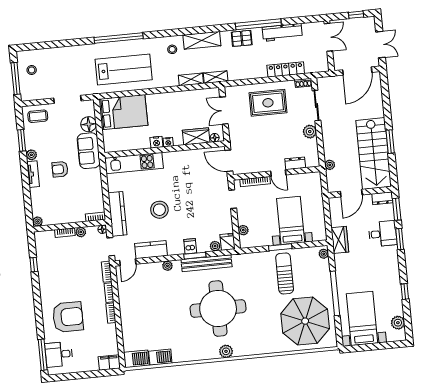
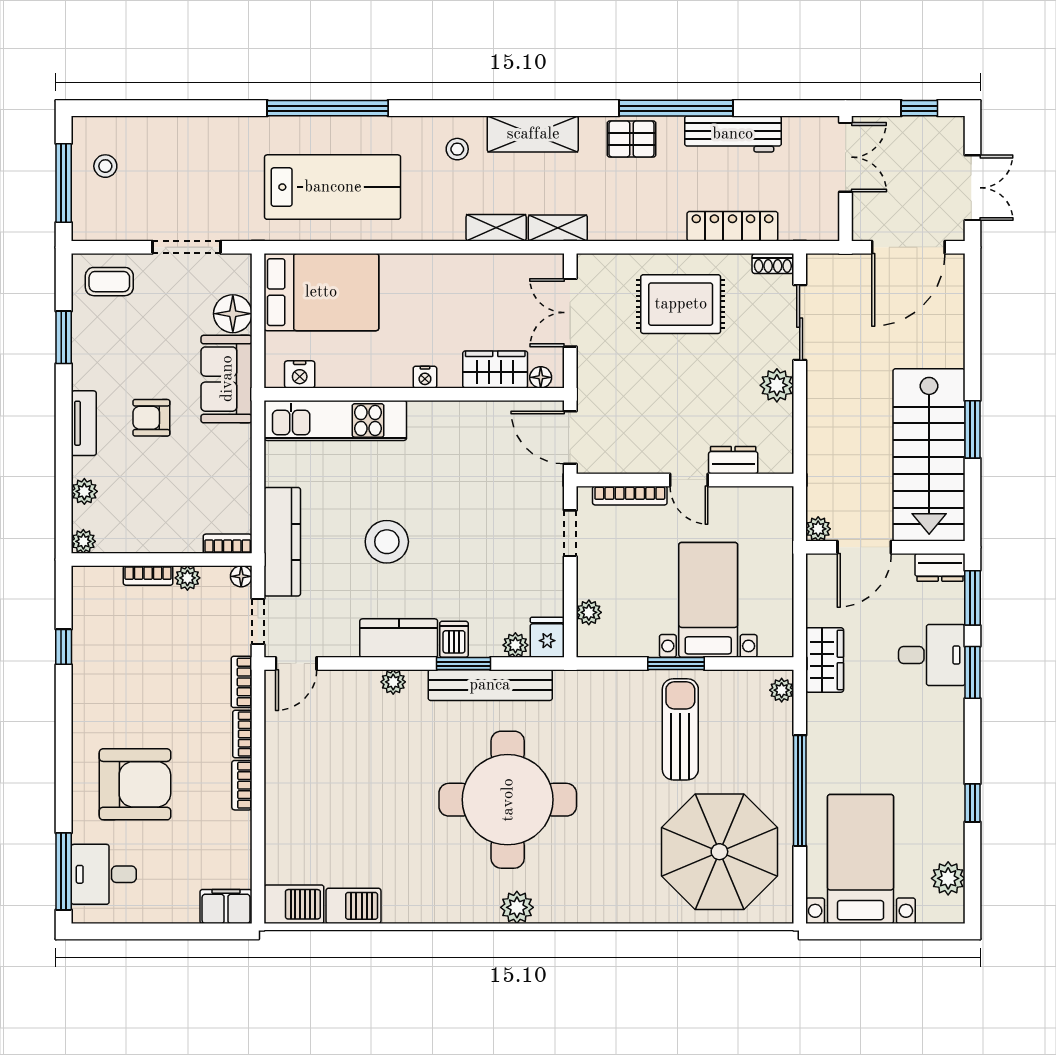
nightstand: (156, 142) -> (300, 374), moved
plant: (31, 155) -> (84, 491), moved
plant: (330, 165) -> (818, 529), moved
kitchen counter: (151, 250) -> (399, 638), moved

